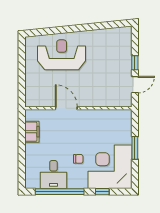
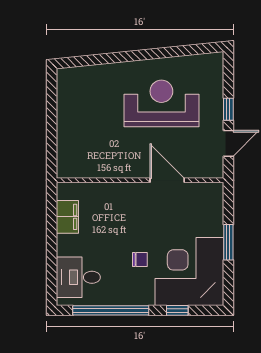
reception desk: (62, 55) -> (161, 103), moved
door: (66, 108) -> (167, 180), moved
desk: (53, 174) -> (78, 277), moved, turned 90

